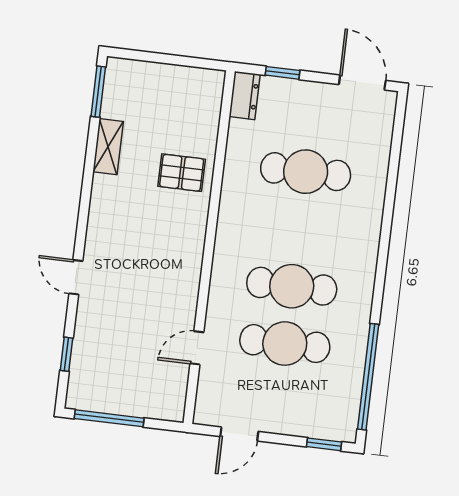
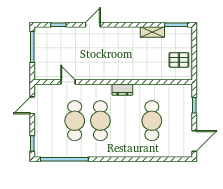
dresser: (245, 96) -> (122, 90), moved
pallet: (182, 173) -> (179, 60), moved, turned 90
door: (239, 434) -> (32, 105), hinge flipped

